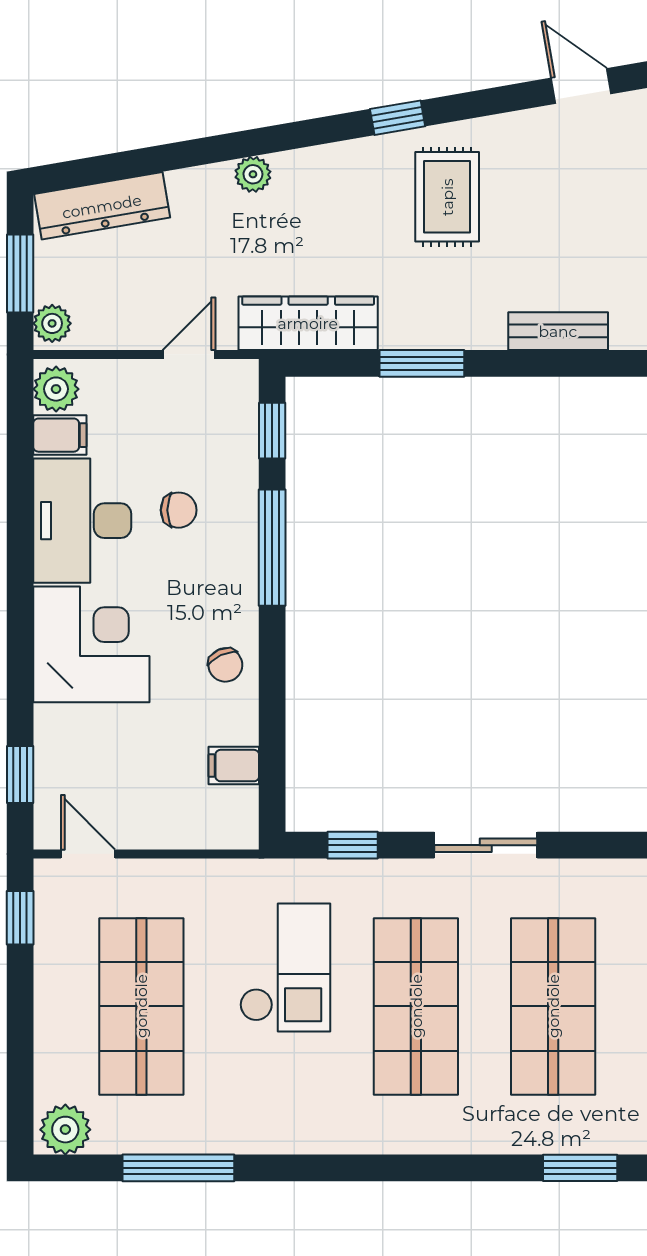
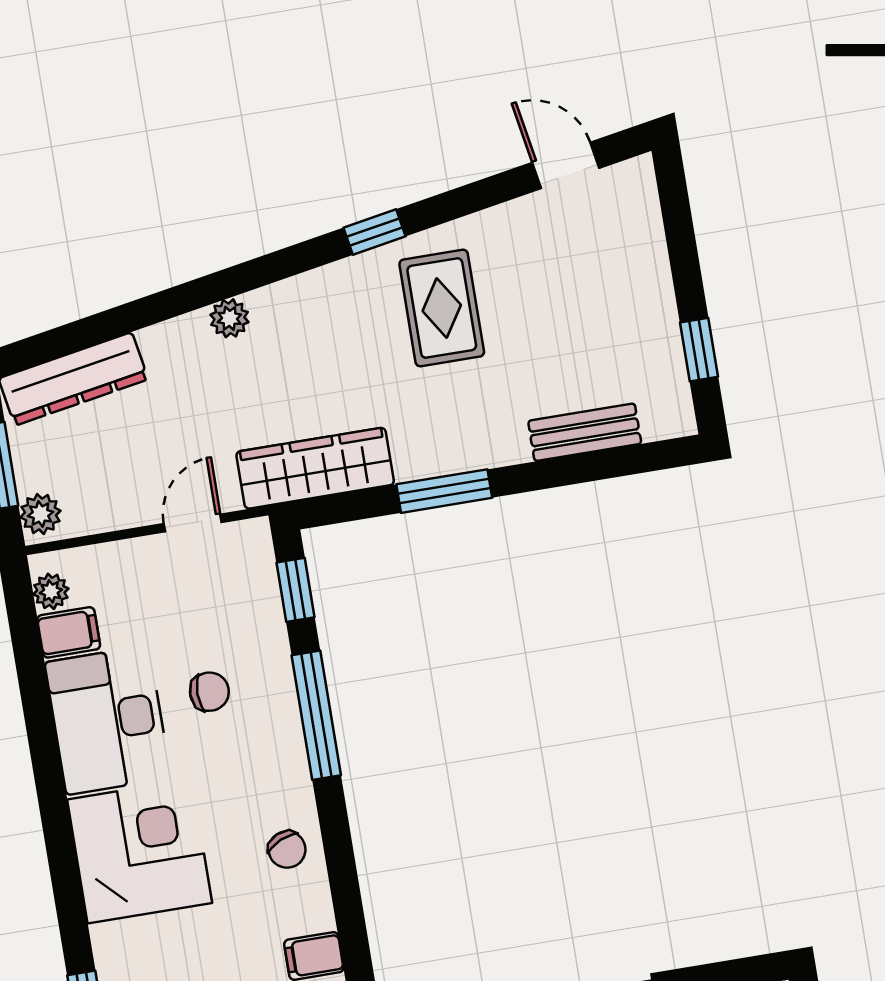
plant: (56, 389) -> (51, 591), width x0.73, depth x0.73

